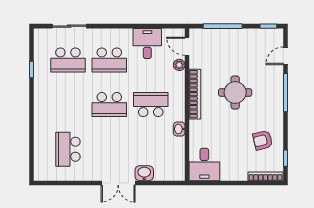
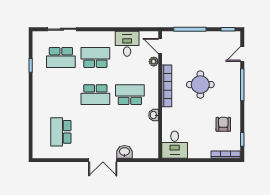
school desk: (109, 60) -> (95, 57), turned 180
armchair: (263, 140) -> (223, 124), turned 104

